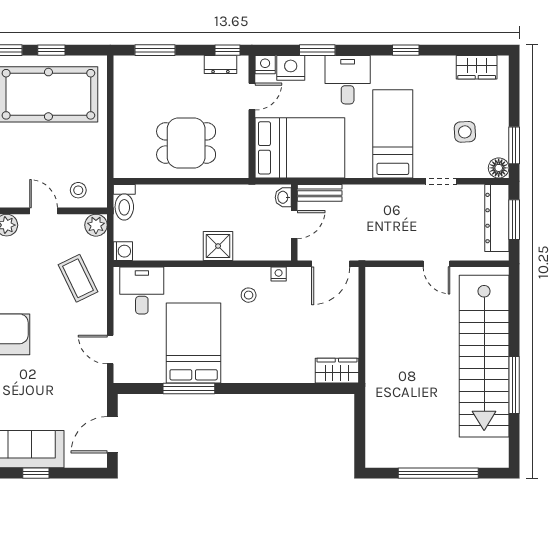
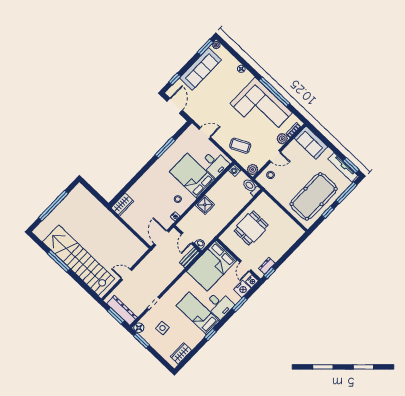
window: (155, 50) -> (293, 248), removed
bed: (393, 134) -> (198, 313), moved, turned 180
bed: (194, 343) -> (192, 176), moved, turned 180
window: (36, 473) -> (175, 79), moved

